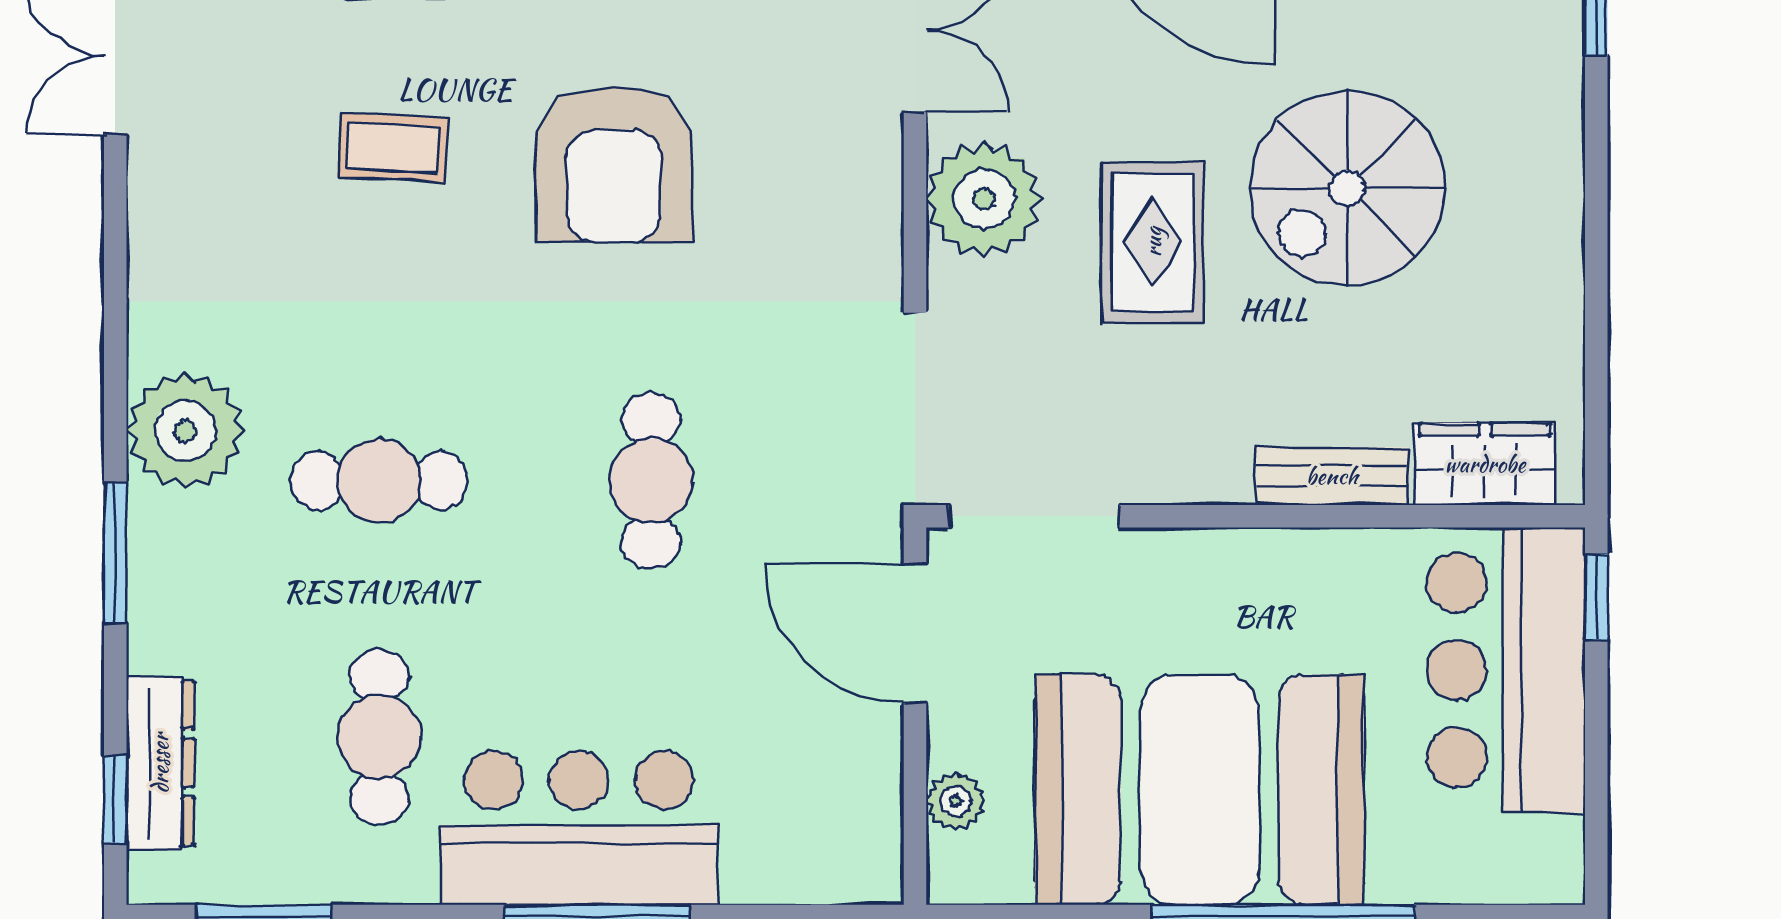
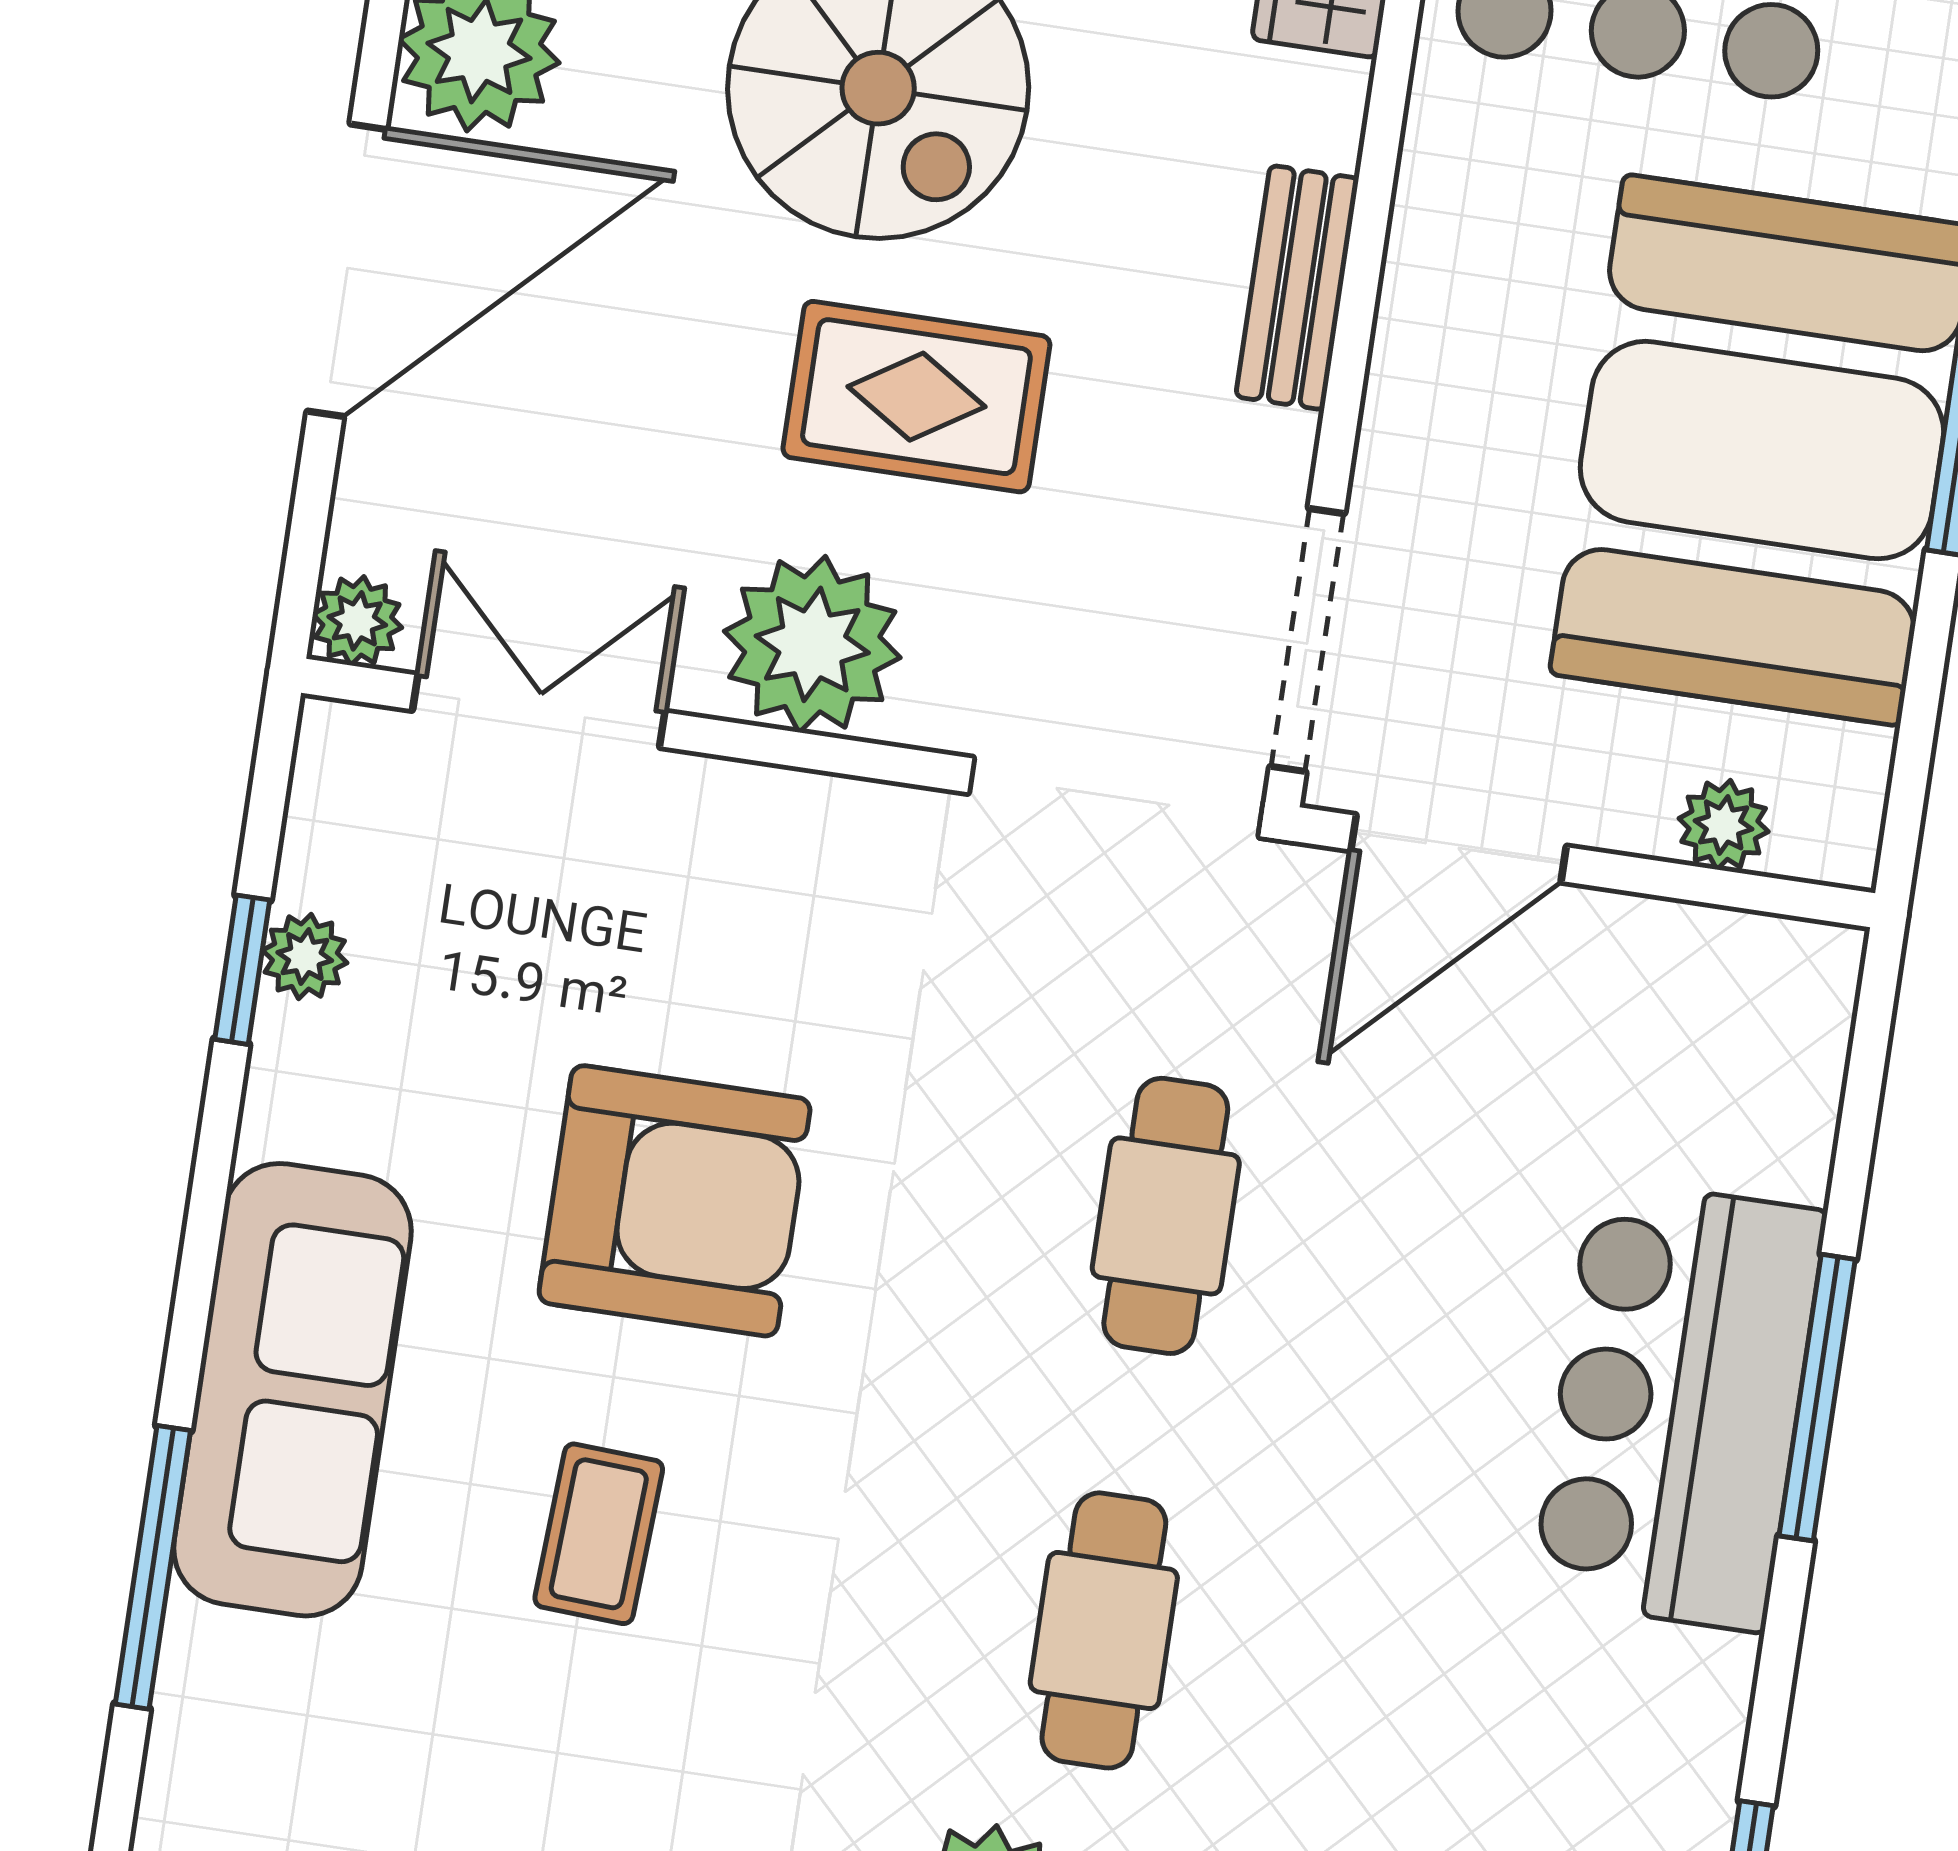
bench: (1332, 476) -> (1297, 288), moved
cafe table: (651, 481) -> (1166, 1216), turned 90
cafe table: (379, 737) -> (1494, 1689), removed

